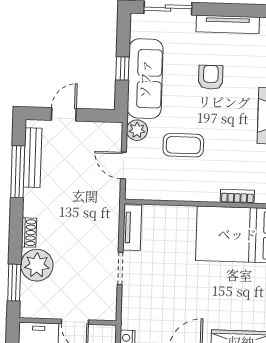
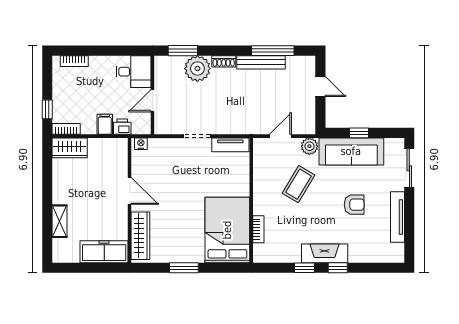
coffee table: (183, 145) -> (298, 184), turned 31
bench: (33, 158) -> (261, 62), moved

